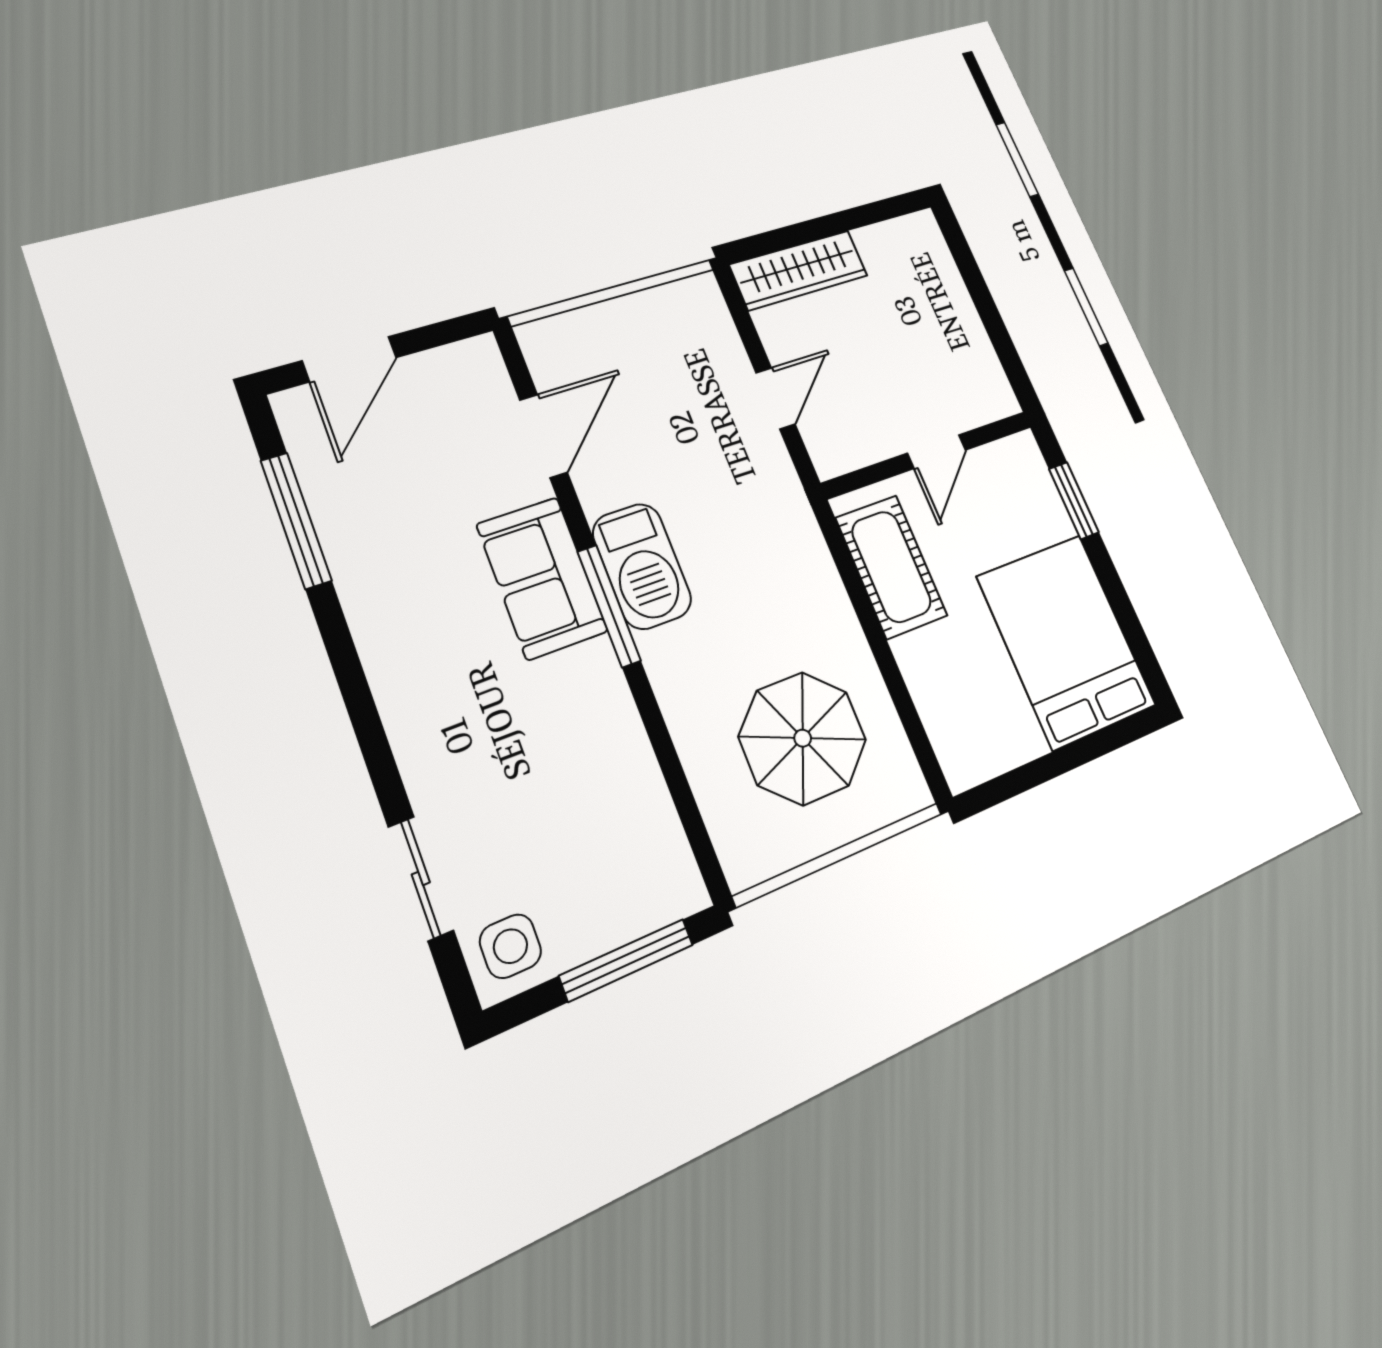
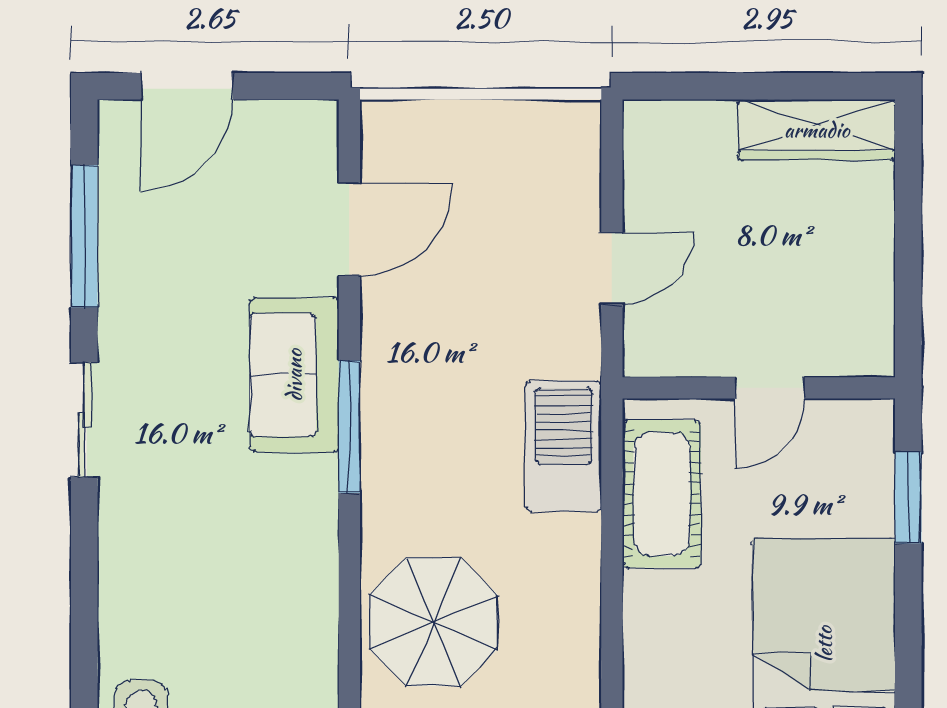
wardrobe: (799, 270) -> (817, 130), moved
barbecue: (642, 566) -> (564, 446), moved, turned 180
parasol: (803, 738) -> (433, 622), moved
sliding door: (421, 878) -> (84, 420), moved

